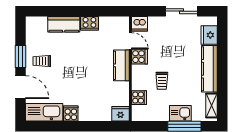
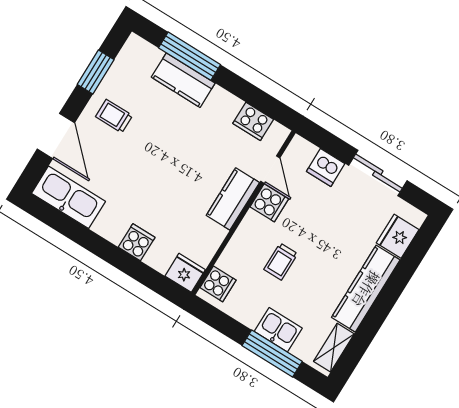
window: (60, 11) -> (189, 56), added
cooker: (89, 23) -> (253, 121), moved
dishwasher: (139, 24) -> (326, 167), moved
window: (20, 56) -> (96, 72), moved
cooker: (139, 98) -> (218, 284), moved
cooker: (71, 113) -> (137, 242), moved

